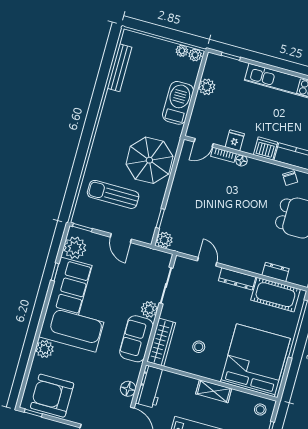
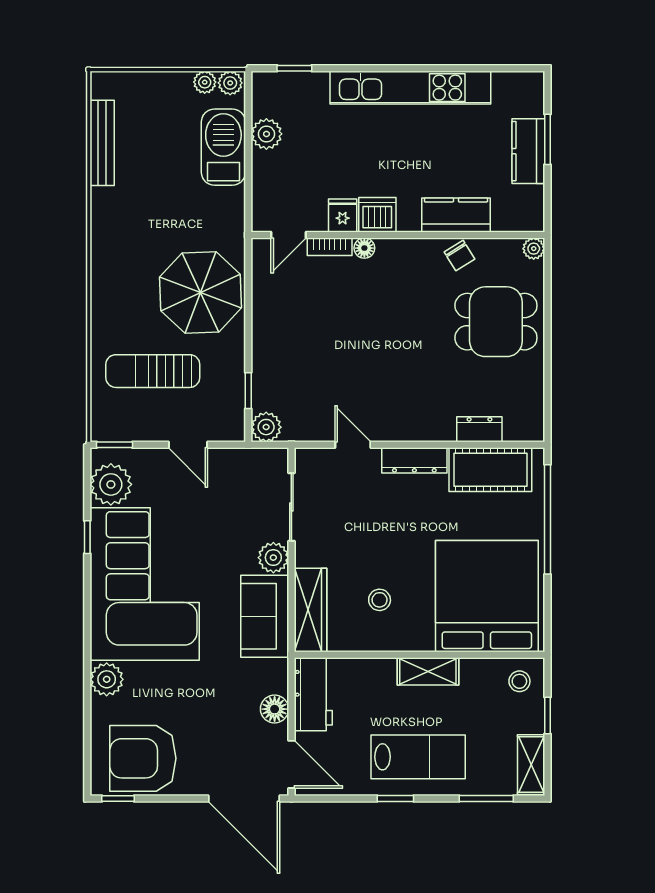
barbecue: (178, 103) -> (223, 147), moved
dishwasher: (265, 148) -> (377, 215), moved

